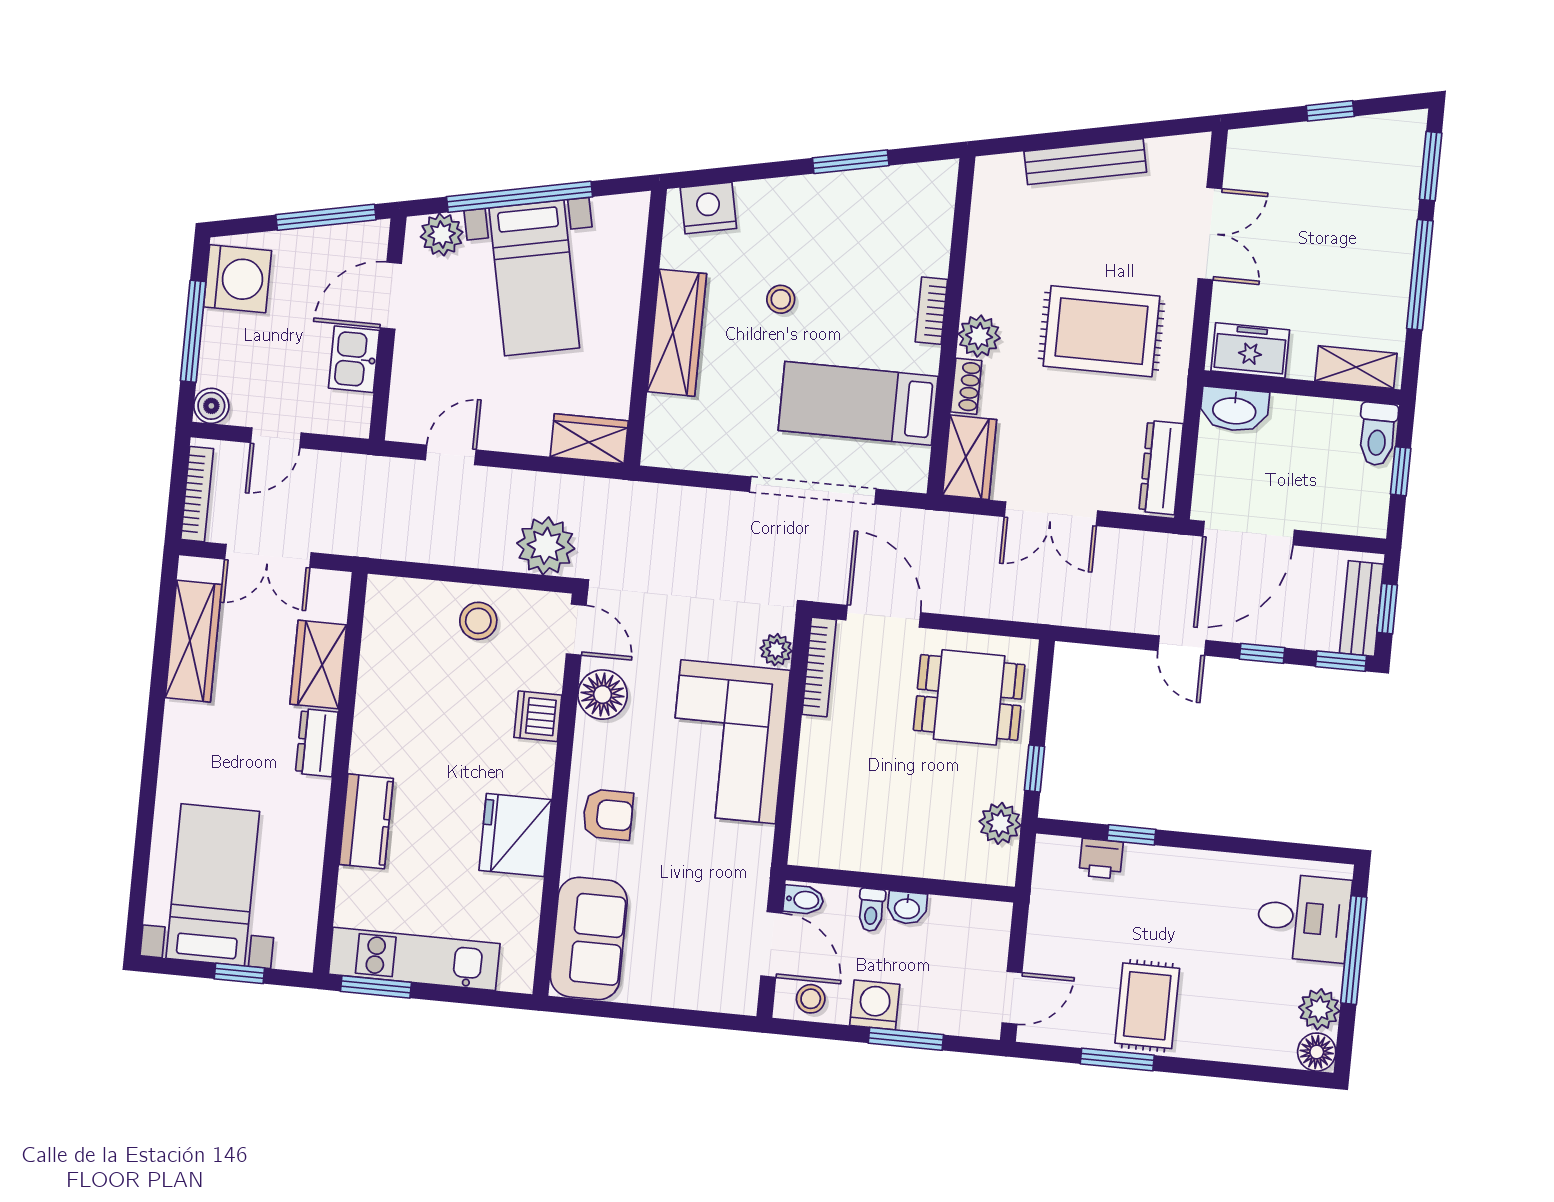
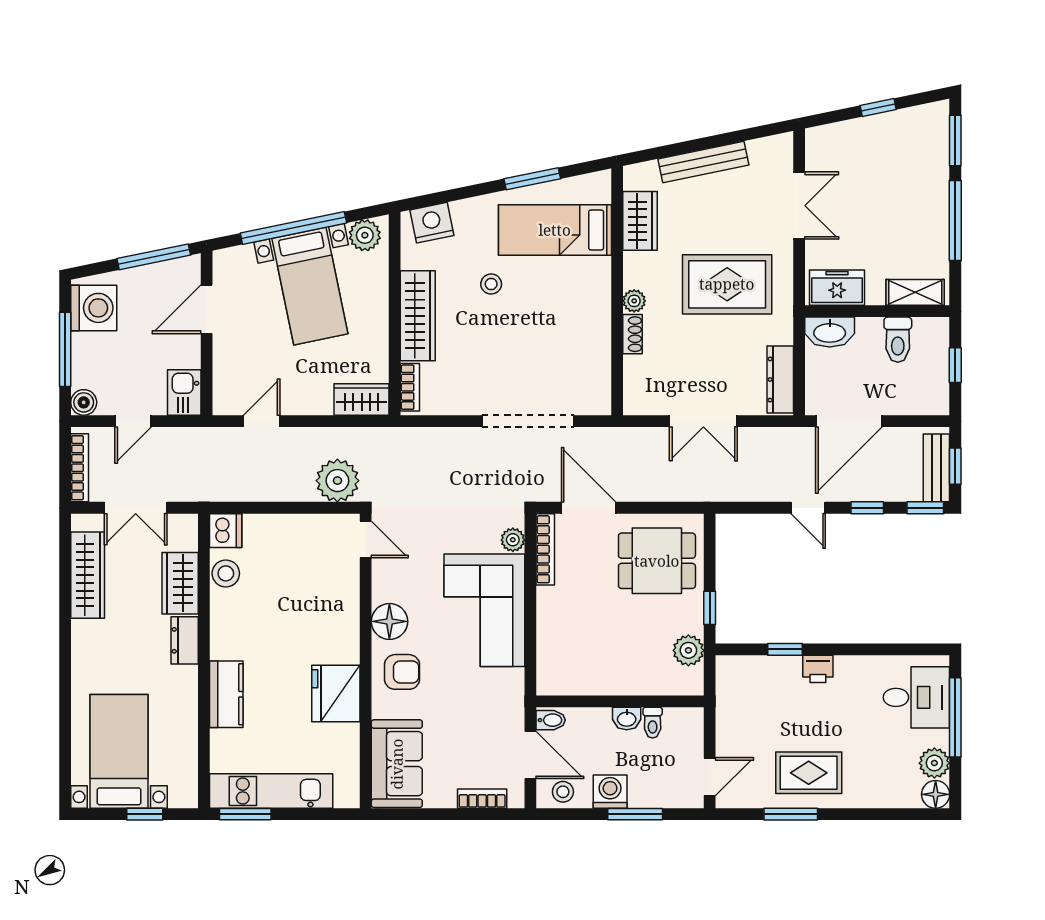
plant: (442, 235) -> (365, 235), moved
bookcase: (931, 311) -> (410, 387), moved, turned 180
plant: (979, 336) -> (634, 301), width x0.73, depth x0.73
kitchen sink: (354, 359) -> (184, 392), moved
bed: (858, 403) -> (555, 230), moved
toilet: (1378, 434) -> (898, 340), moved
wardrobe: (970, 457) -> (640, 221), moved
stool: (478, 621) -> (226, 573), moved
floor lamp: (603, 695) -> (389, 621), moved
dishwasher: (538, 716) -> (226, 531), moved, turned 180
printer: (1101, 859) -> (818, 669), moved
toilet: (871, 910) -> (653, 723), moved
bookcase: (700, 997) -> (482, 799), added
rug: (1147, 1006) -> (809, 773), turned 90

